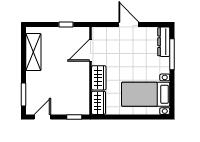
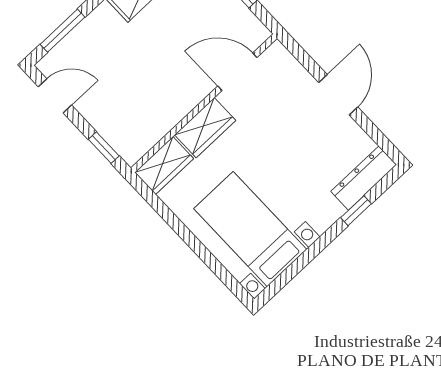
window: (172, 54) -> (356, 211), width x0.46

